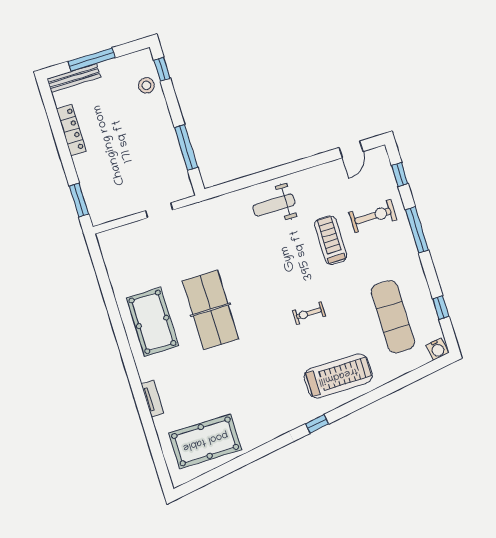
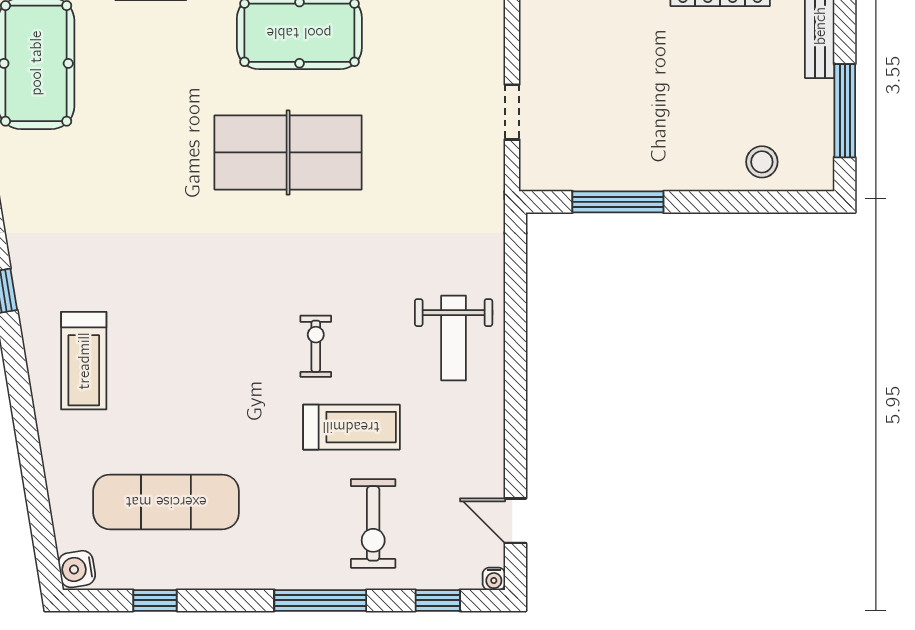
window: (92, 60) -> (845, 111), moved
window: (162, 69) -> (784, 202), removed
water cooler: (382, 151) -> (494, 579), added
weight bench: (274, 205) -> (454, 338), turned 180
exercise bike: (309, 313) -> (316, 346), moved
treadmill: (338, 376) -> (84, 361), width x0.73, depth x0.73

